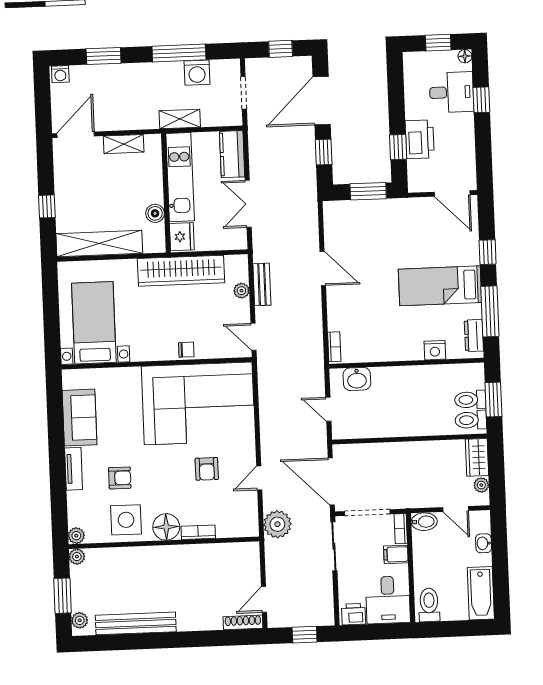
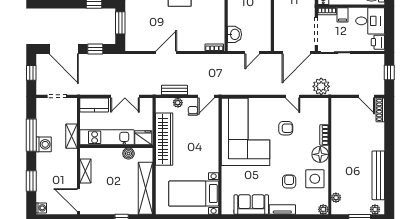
washing machine: (197, 73) -> (44, 144), moved
chair: (186, 350) -> (193, 111), moved
plant: (77, 557) -> (336, 198), moved

